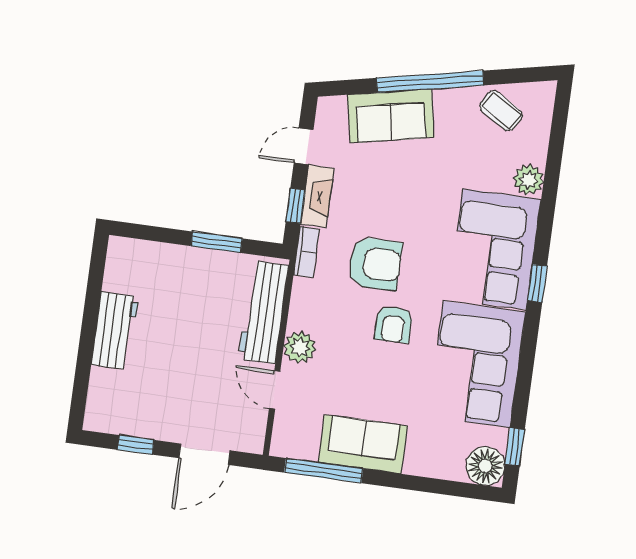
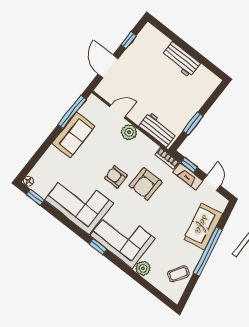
workbench: (263, 312) -> (158, 130), width x0.73
floor lamp: (485, 466) -> (28, 181), width x0.53, depth x0.53

